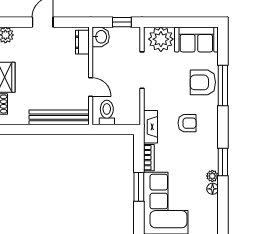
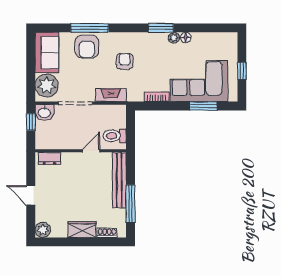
washbasin: (101, 37) -> (44, 112), moved, turned 180
fireplace: (151, 127) -> (111, 95), moved
window: (34, 129) -> (131, 204), added
window: (139, 187) -> (203, 106), moved

